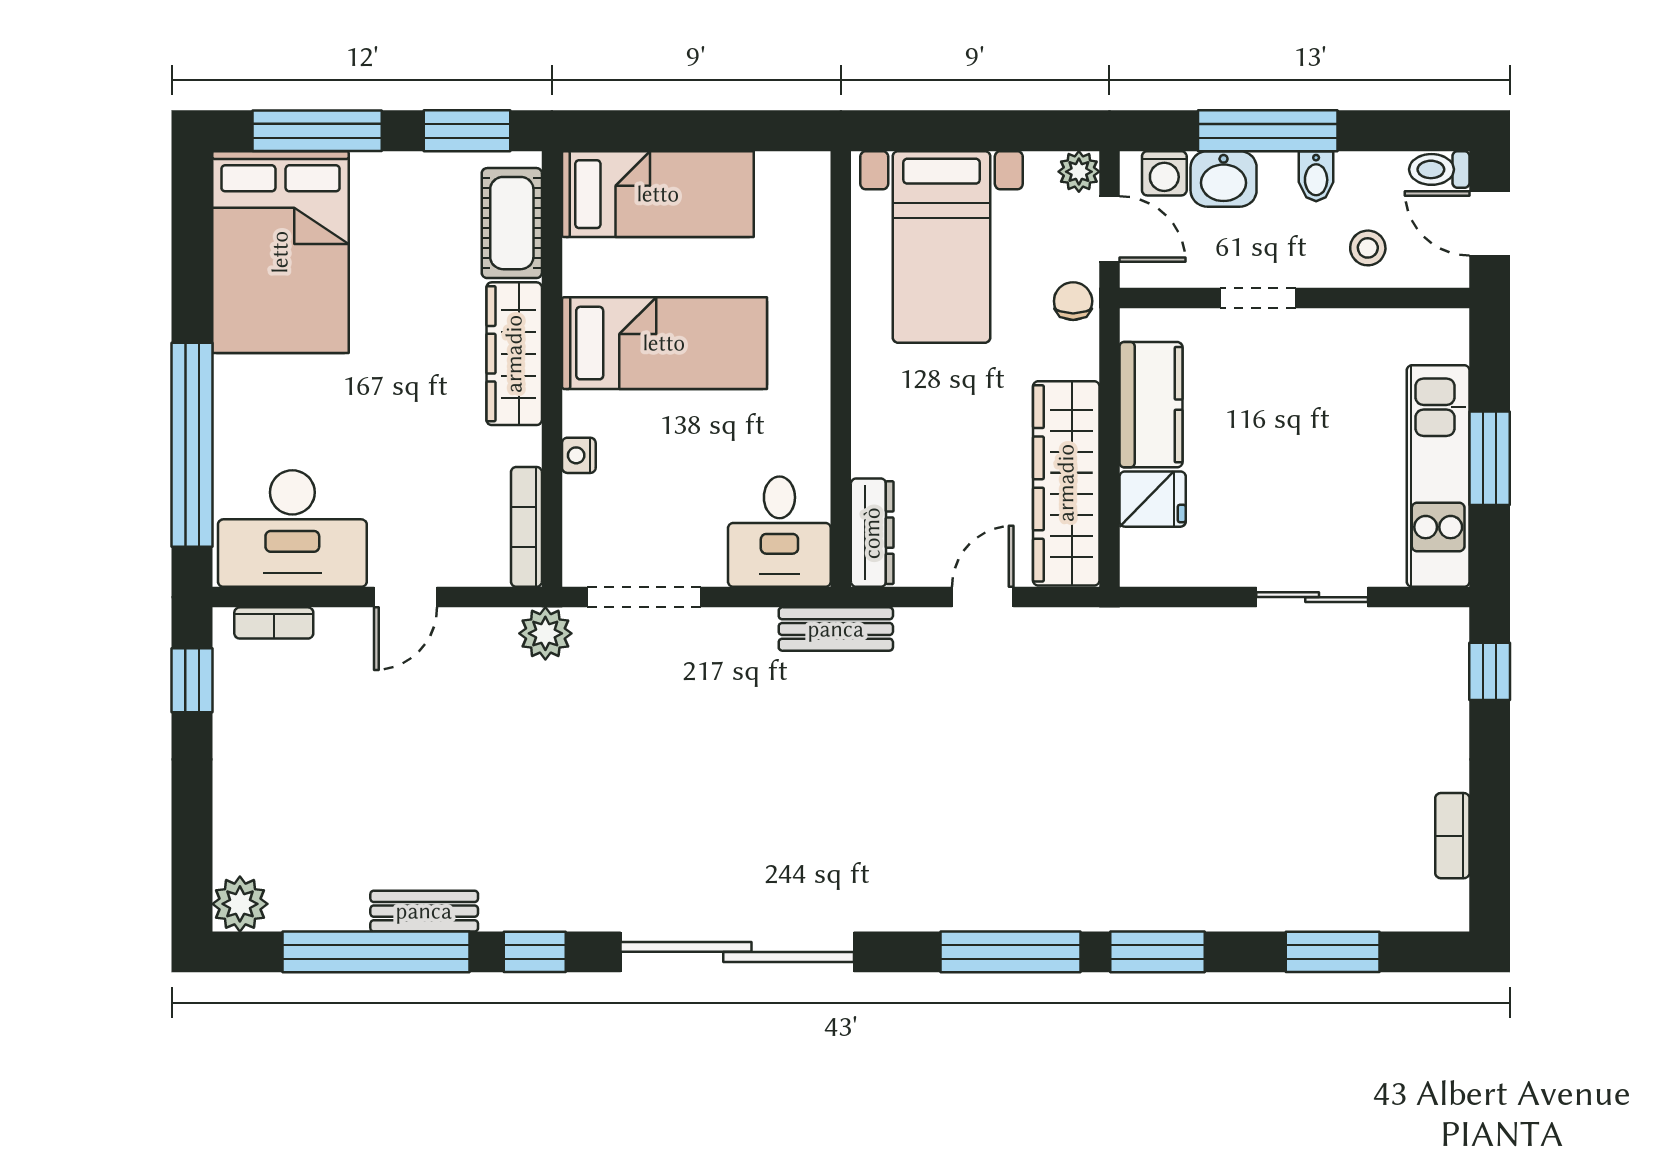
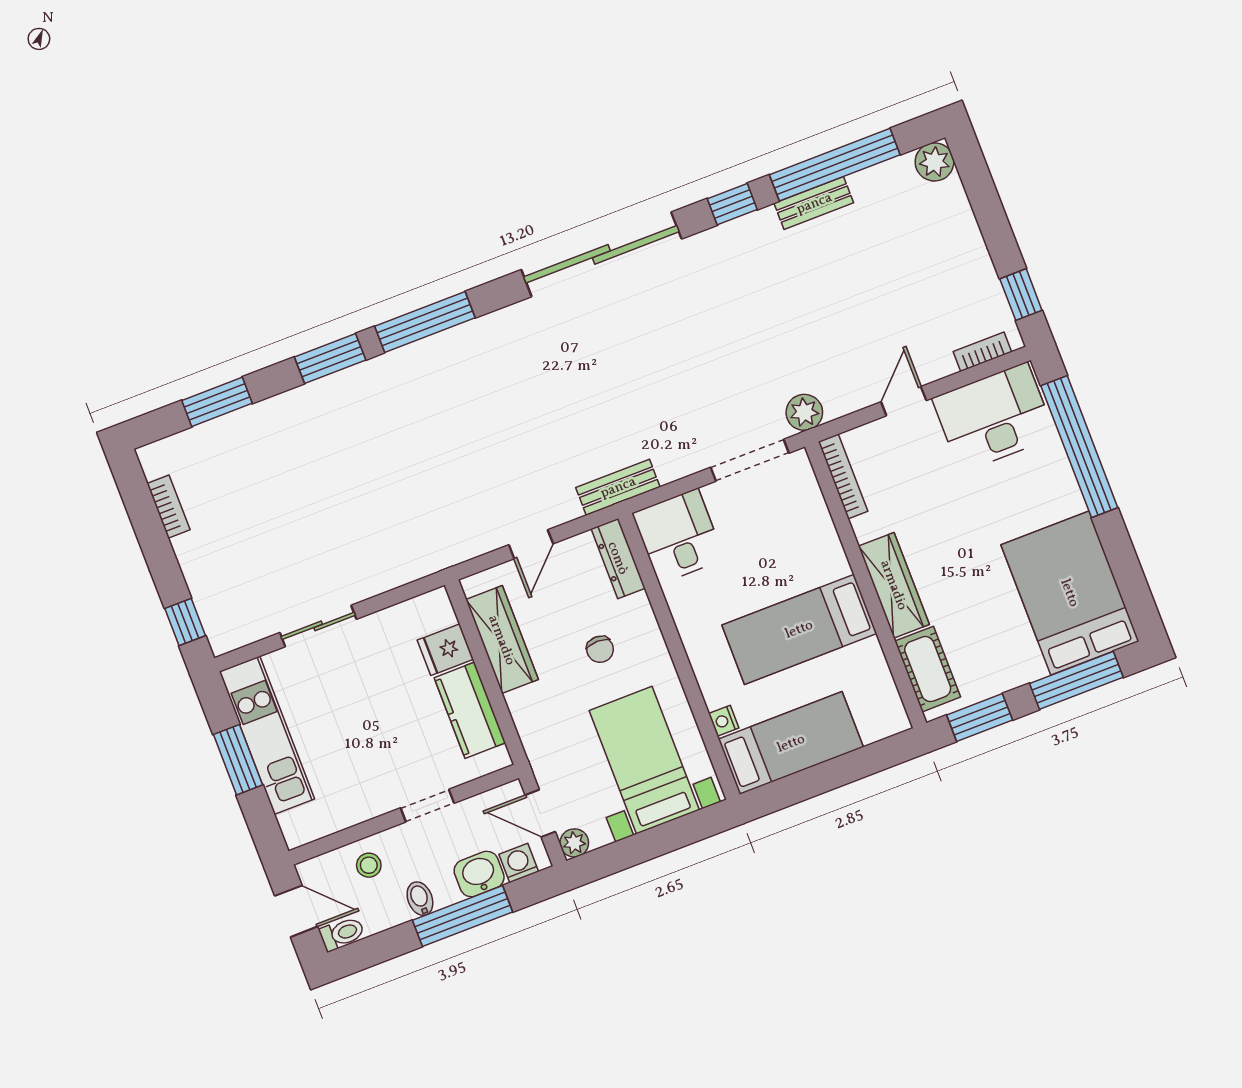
bed: (658, 194) -> (791, 743), moved, turned 180
chair: (1073, 301) -> (600, 649), moved
nightstand: (579, 455) -> (724, 721), moved, turned 180
wardrobe: (1066, 483) -> (502, 640), width x0.71, depth x0.85

